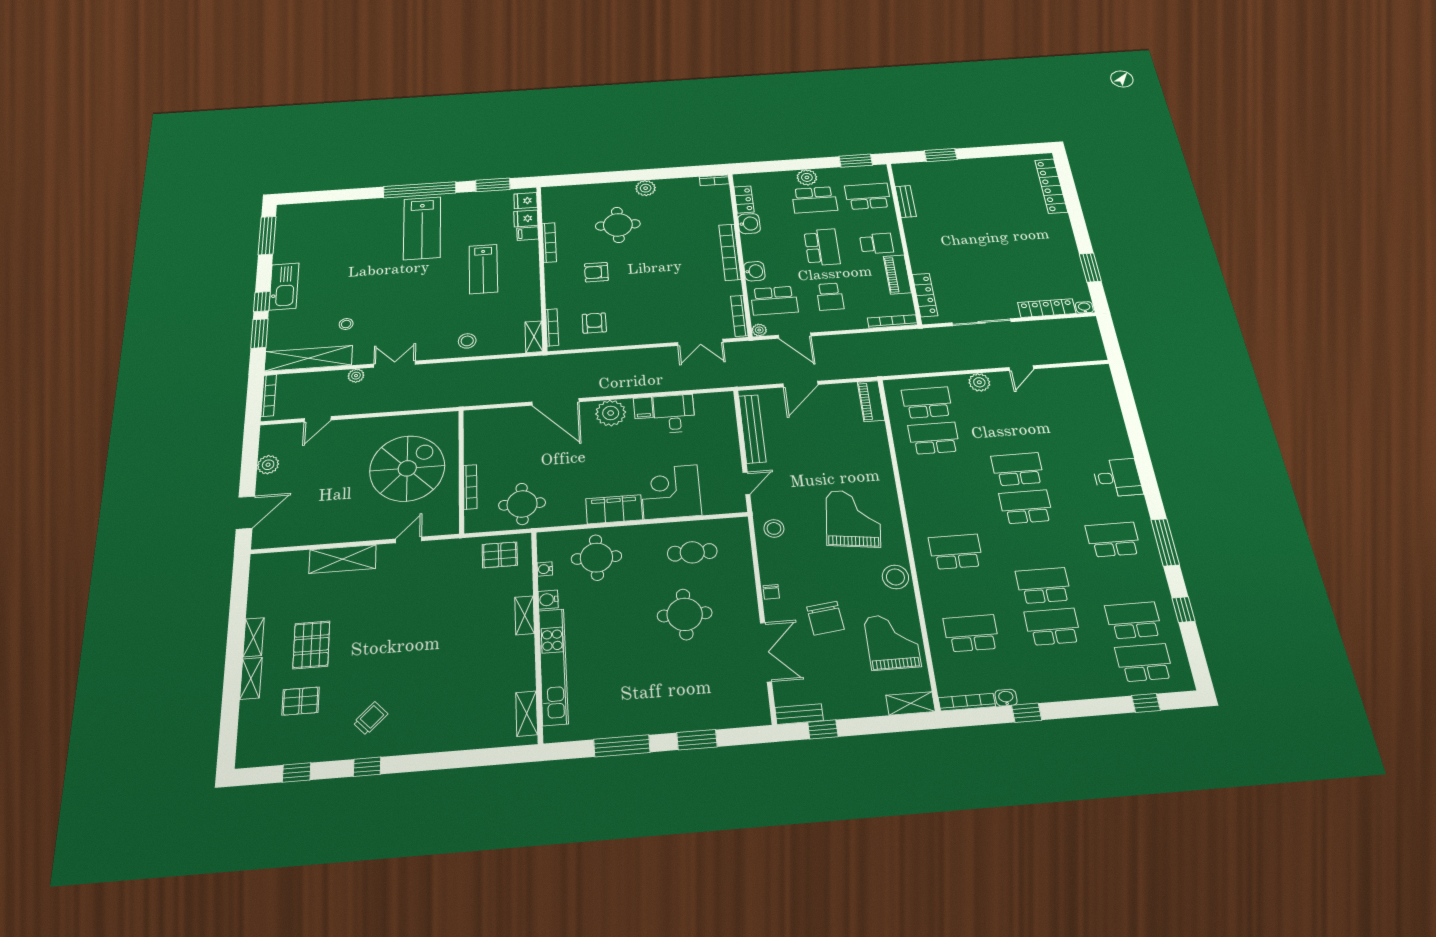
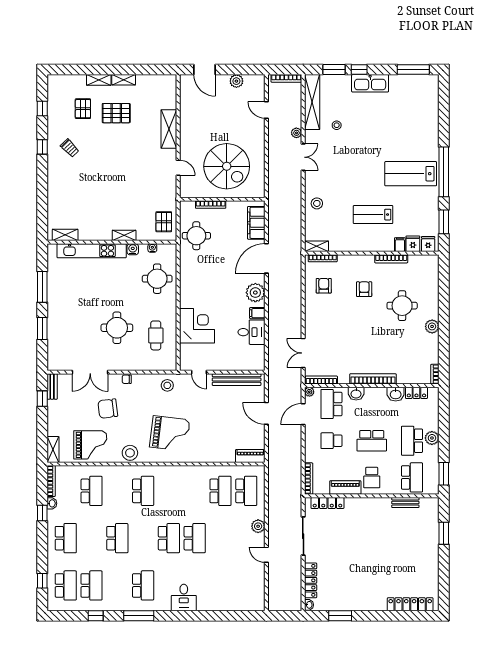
armchair: (594, 323) -> (324, 286), turned -90
filing cabinet: (614, 509) -> (256, 223), moved, turned 180
school desk: (1053, 627) -> (66, 538), moved

